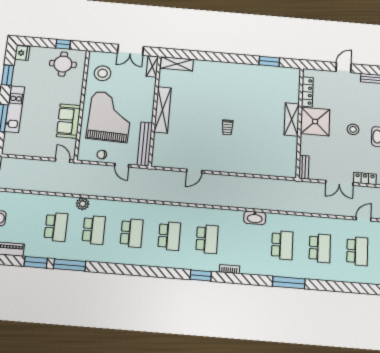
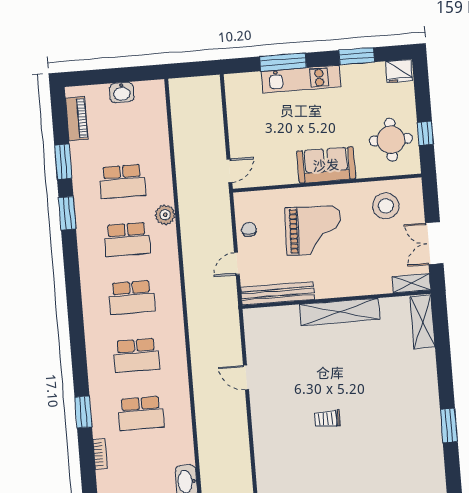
window: (269, 61) -> (449, 425), moved
grand piano: (110, 117) -> (314, 230), width x0.73, depth x0.68
sofa: (69, 121) -> (326, 165), moved
window: (70, 265) -> (67, 213), width x0.69

